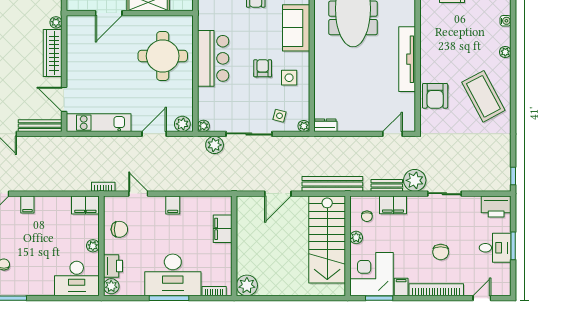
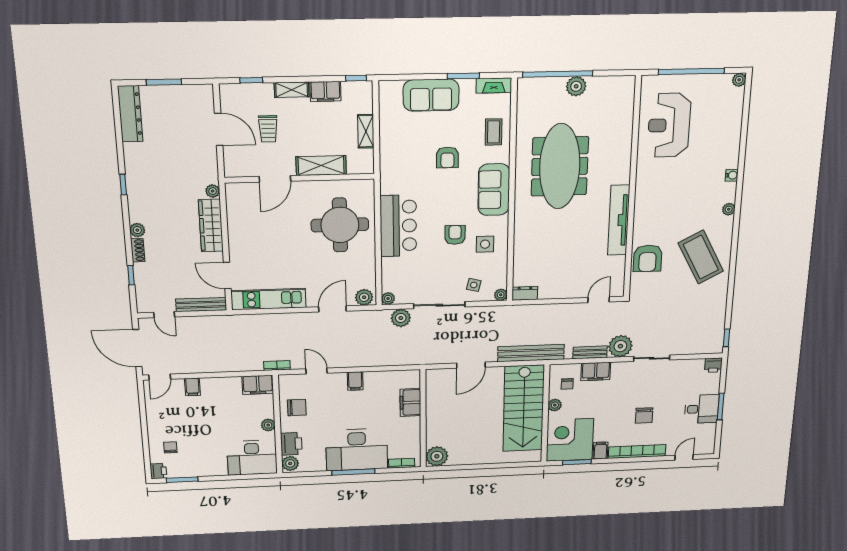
printer: (496, 207) -> (713, 365), width x0.53, depth x0.68

